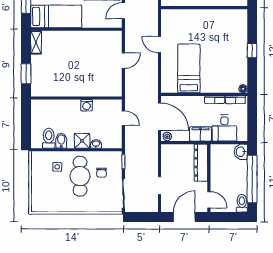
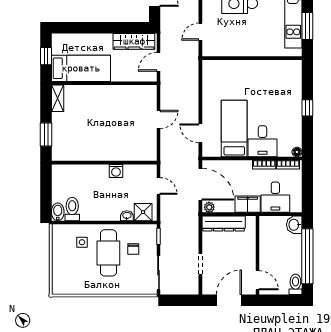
door: (160, 45) -> (200, 133), moved
desk: (213, 80) -> (262, 141), added
bidet: (61, 141) -> (58, 212), moved
shower: (82, 141) -> (143, 212), moved
dresser: (201, 163) -> (224, 224), moved, turned -90

